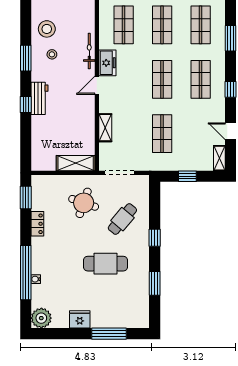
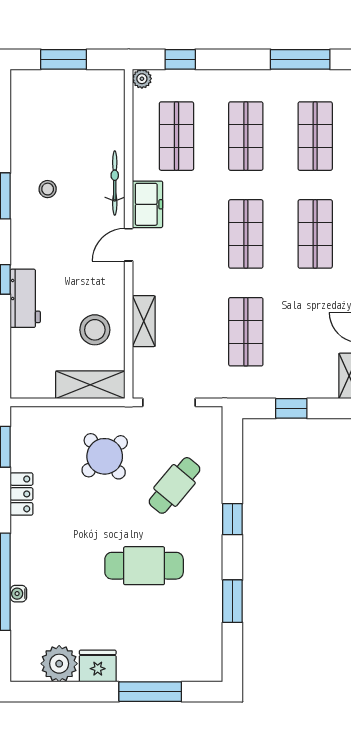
stool: (47, 29) -> (95, 330), moved
workbench: (39, 98) -> (25, 298), moved
round table: (84, 203) -> (105, 456), turned 30
plant: (41, 318) -> (59, 664), moved

